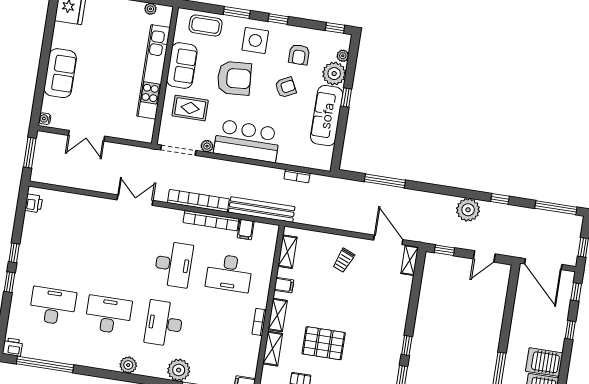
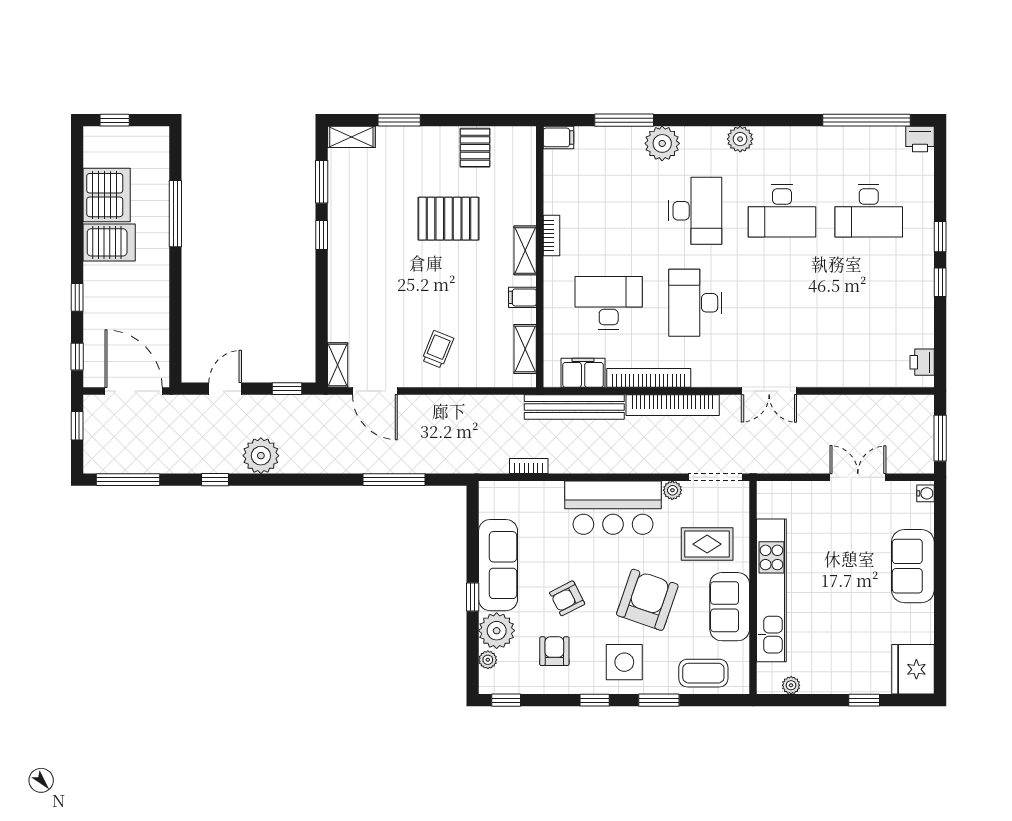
armchair: (234, 78) -> (647, 600), turned 113
filing cabinet: (246, 229) -> (583, 373), width x2.00
shelving: (273, 349) -> (525, 198), removed

